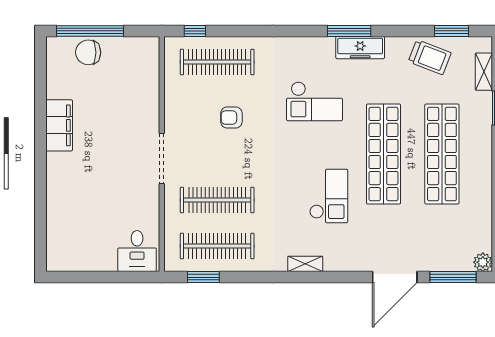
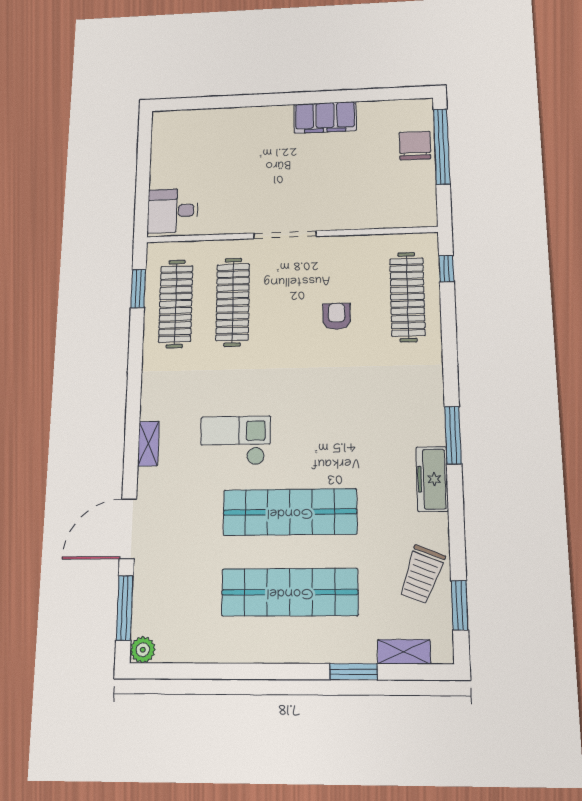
window: (349, 31) -> (453, 435), moved
checkout: (315, 101) -> (359, 420), removed
checkout: (329, 196) -> (235, 441), turned 180
shelving: (305, 264) -> (148, 444), moved
door: (395, 277) -> (128, 529), hinge flipped

